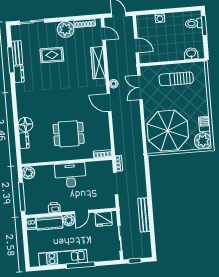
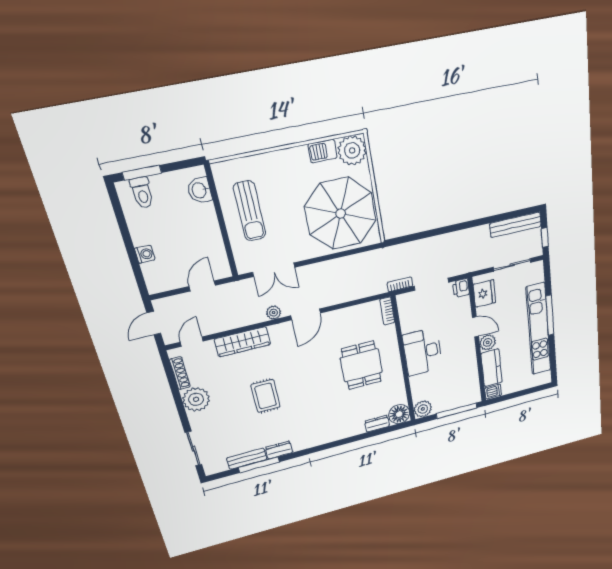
rug: (52, 55) -> (265, 396), moved
floor lamp: (25, 124) -> (399, 414), moved
printer: (54, 208) -> (461, 288), moved
bench: (144, 215) -> (515, 225), moved
kitchen unit: (63, 258) -> (538, 329), width x1.36

